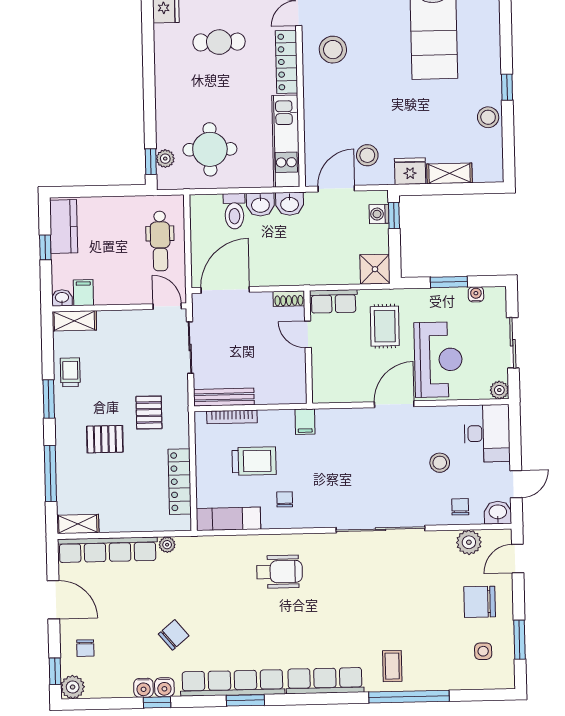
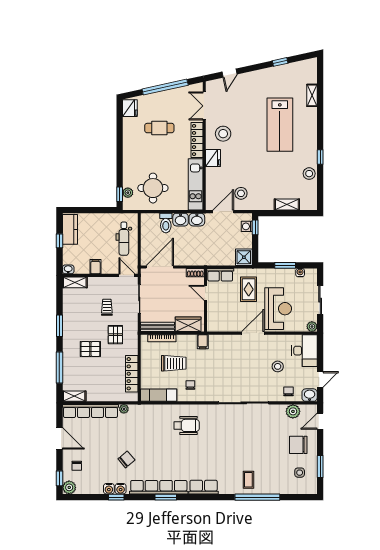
fridge: (410, 171) -> (213, 158), moved, turned 90
filing cabinet: (83, 293) -> (95, 267), moved
trolley: (70, 372) -> (107, 307), moved
wardrobe: (278, 391) -> (188, 324), added
row of seats: (325, 681) -> (204, 487), width x0.68

